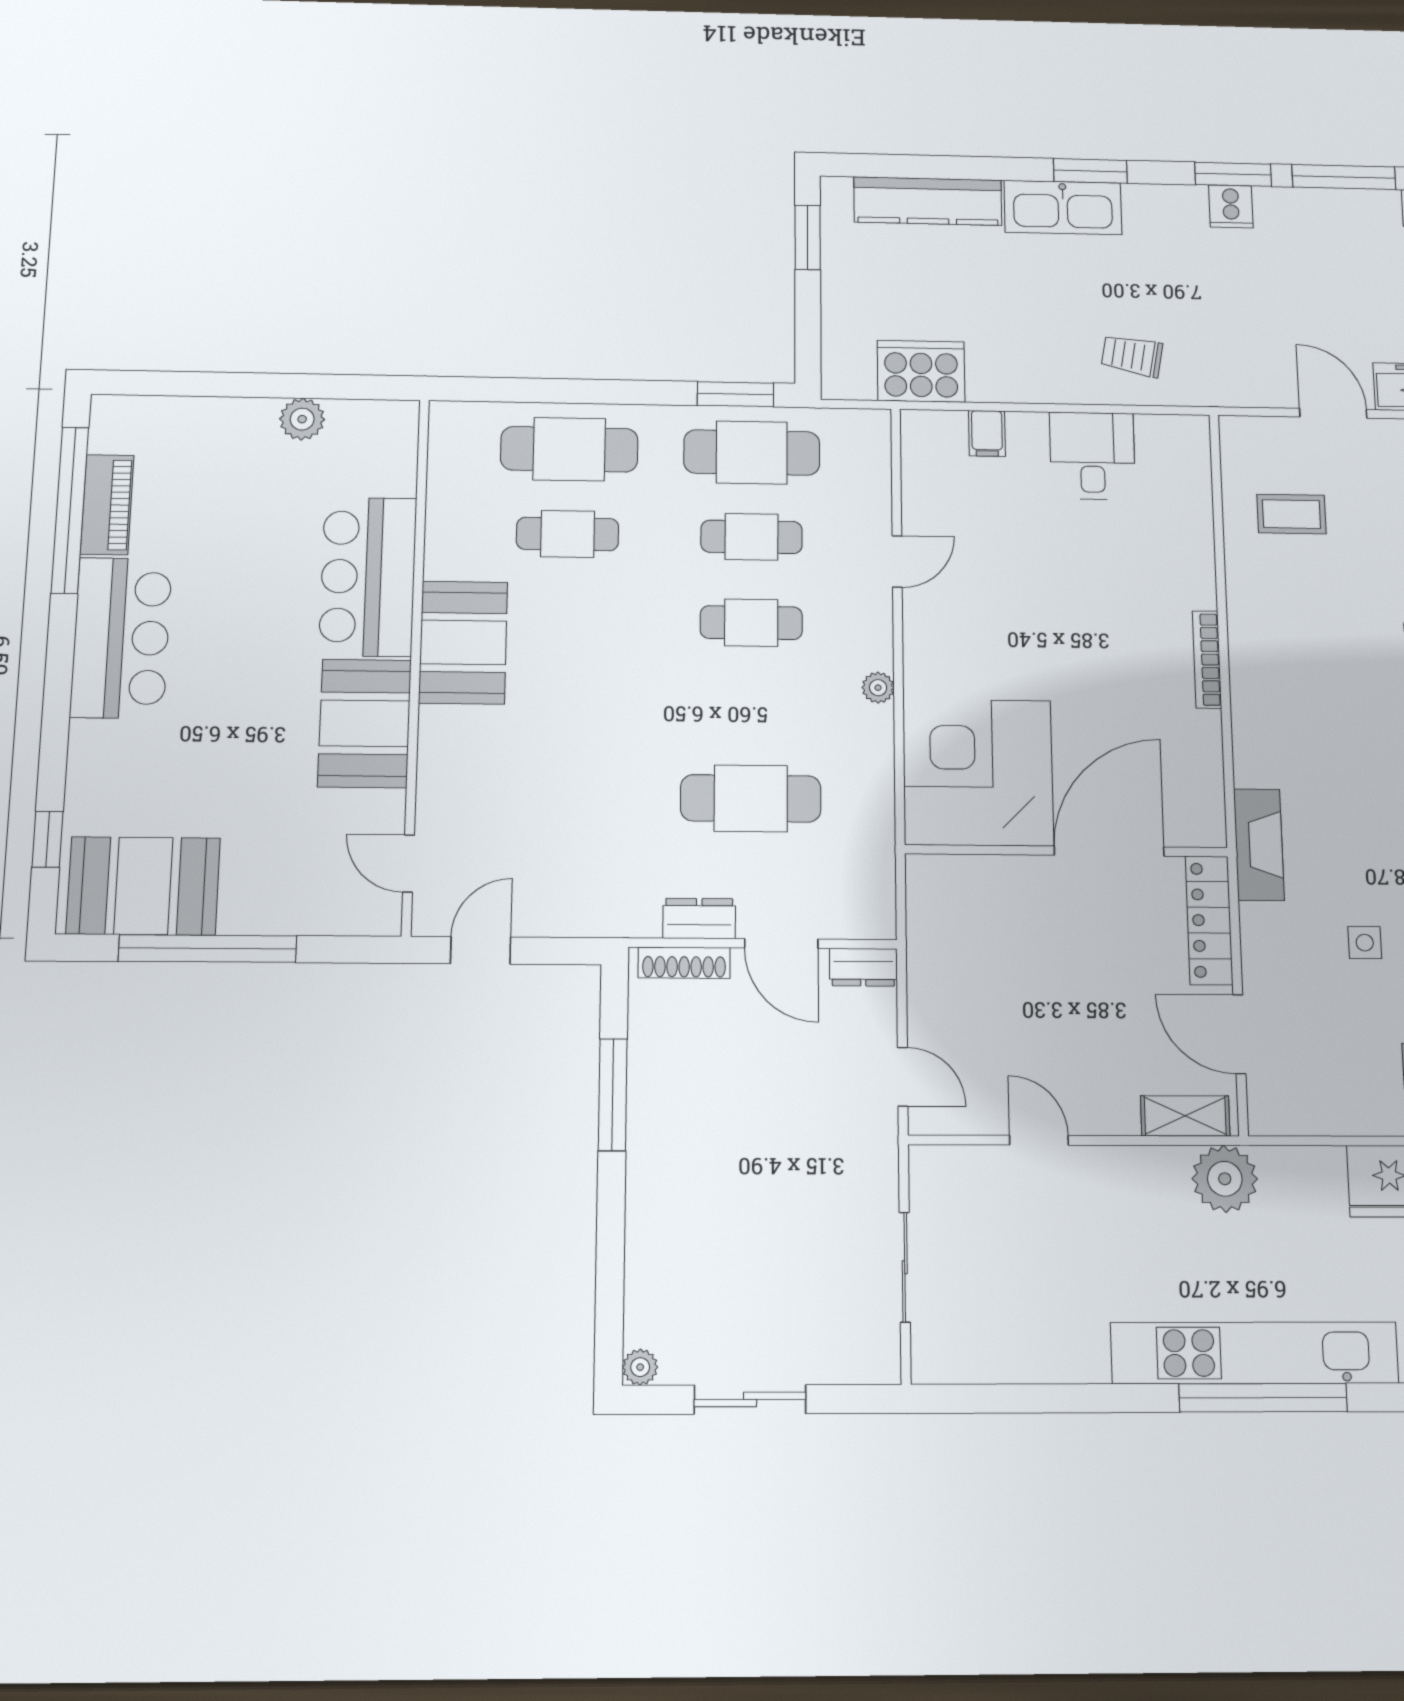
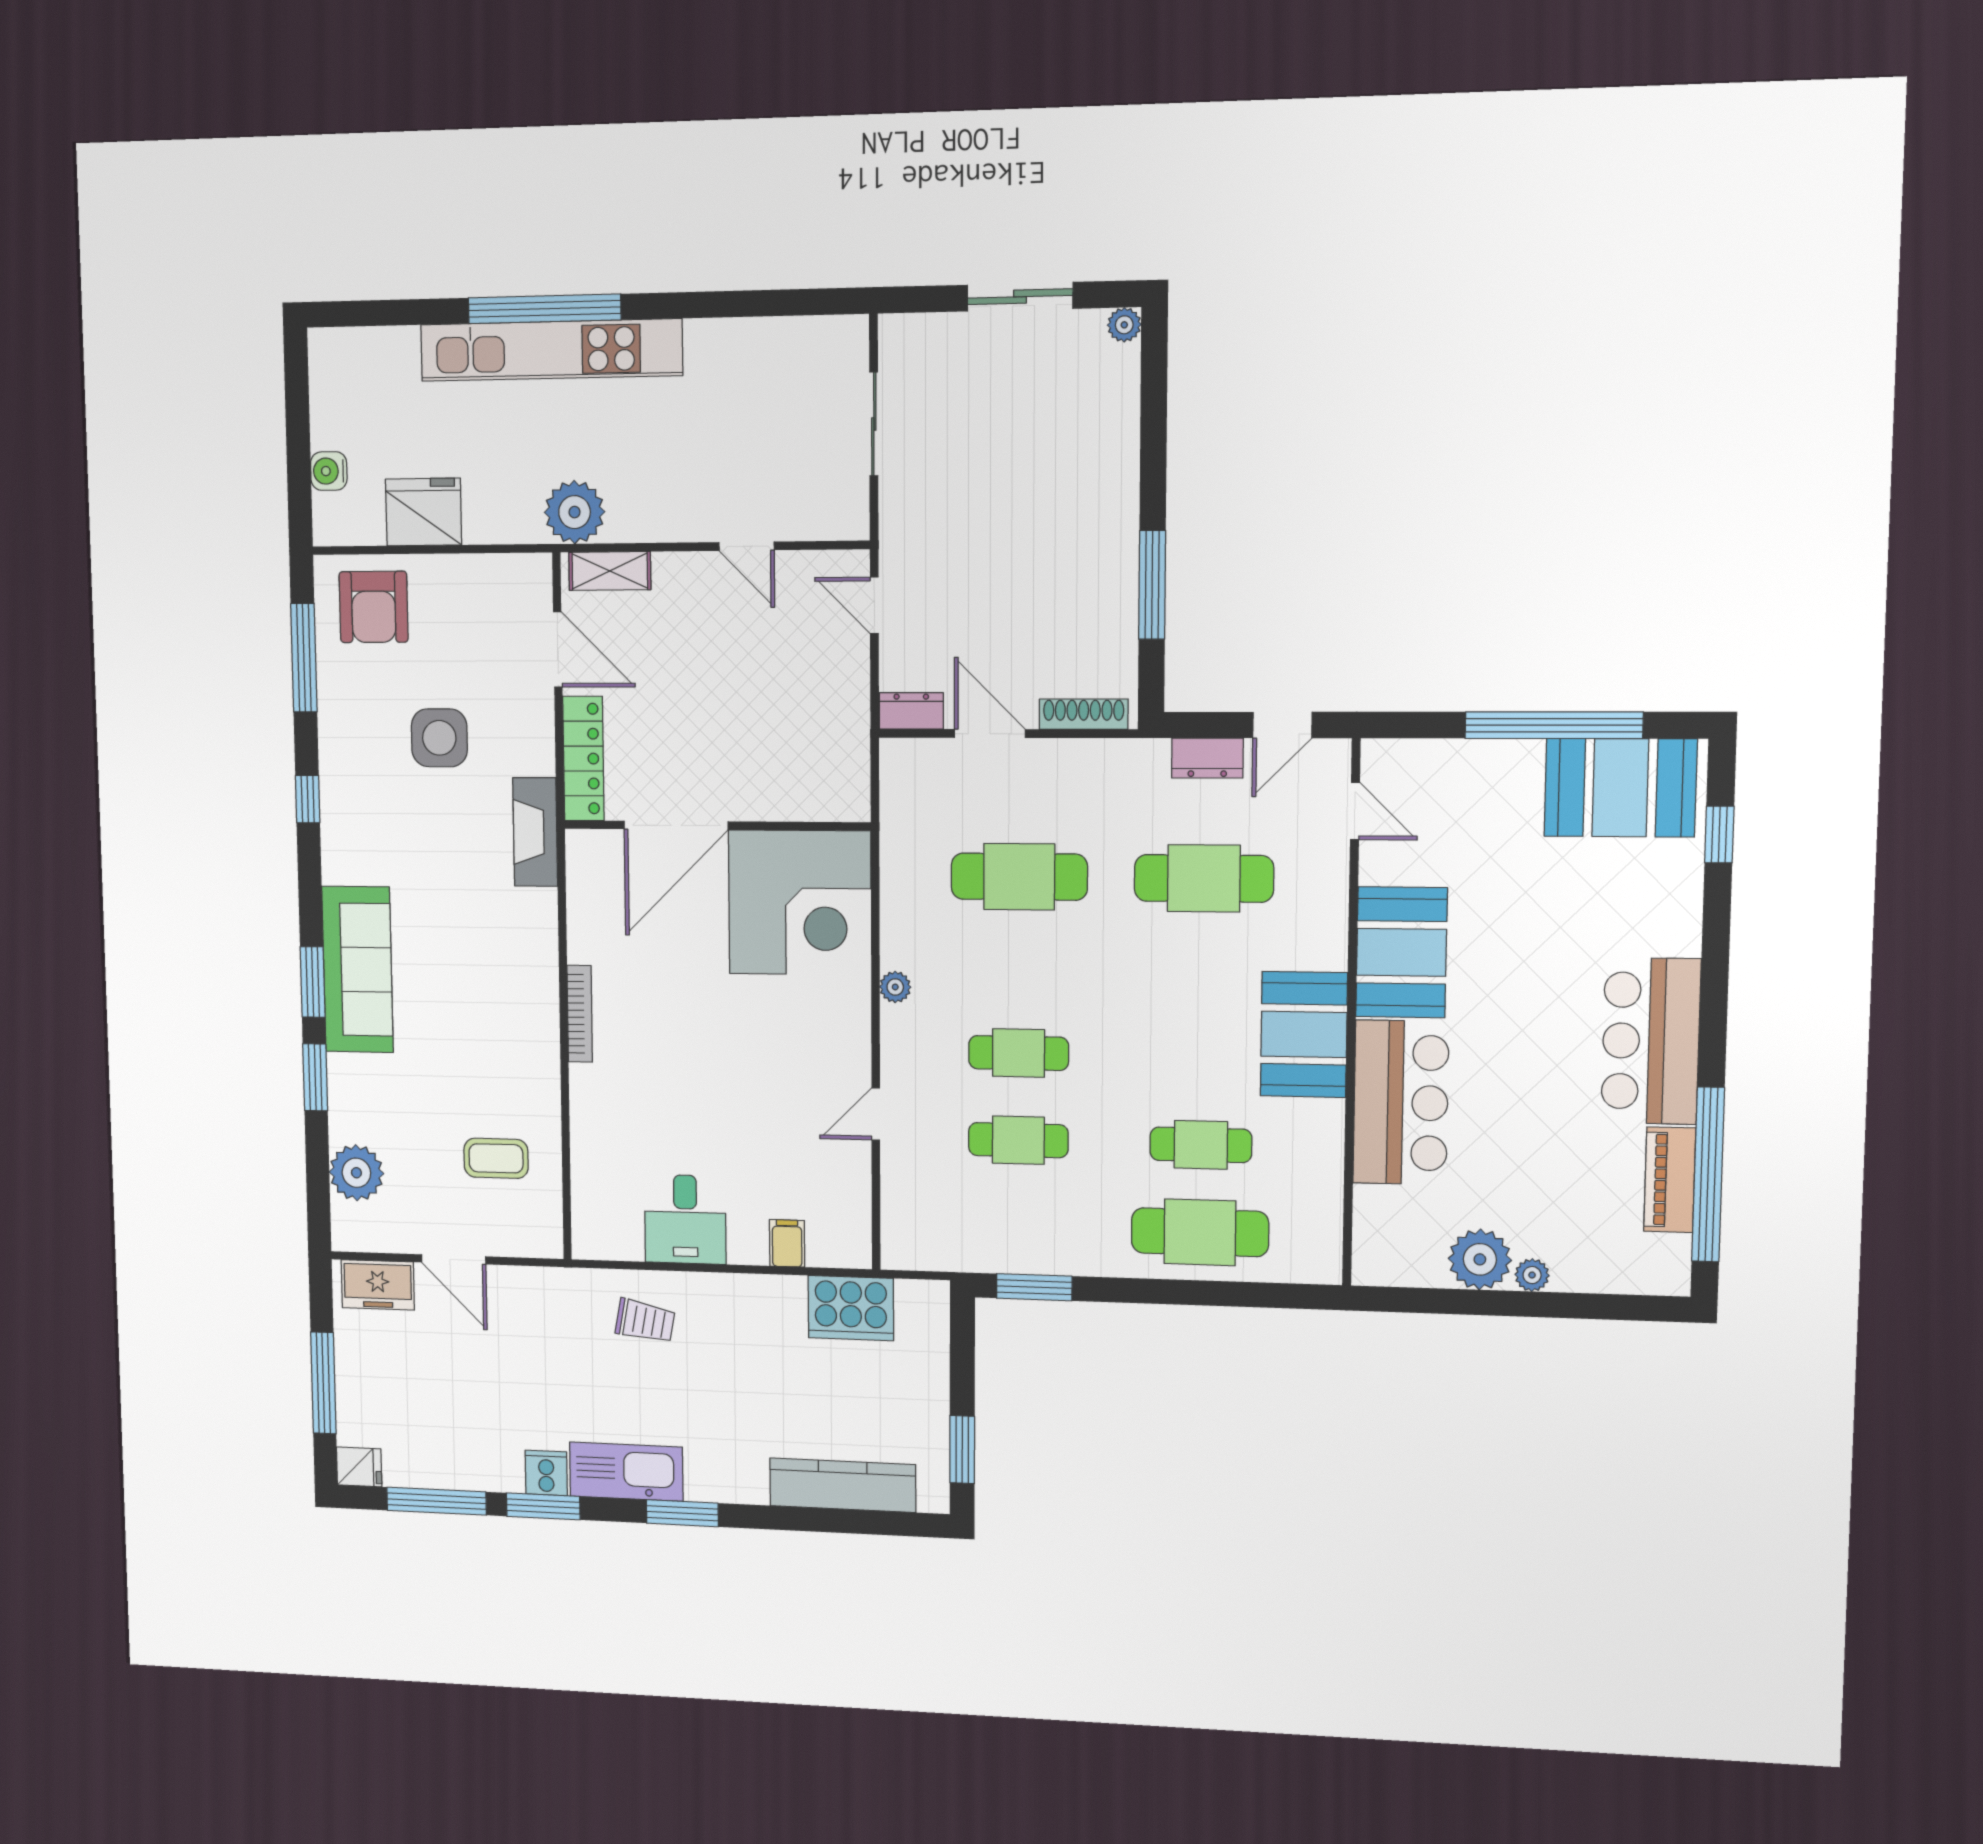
kitchen sink: (1063, 207) -> (626, 1472), moved
plant: (243, 413) -> (1532, 1275), added
plant: (302, 419) -> (1480, 1259), width x1.36, depth x1.36
cafe table: (752, 452) -> (1204, 878), moved
dresser: (699, 918) -> (1207, 758), moved
side table: (1365, 943) -> (439, 738), width x1.87, depth x1.87

